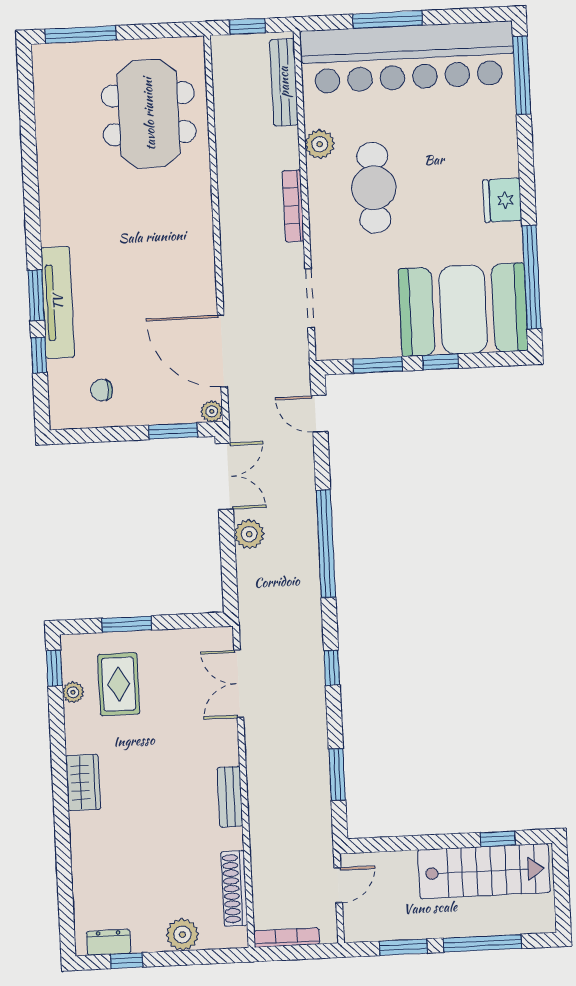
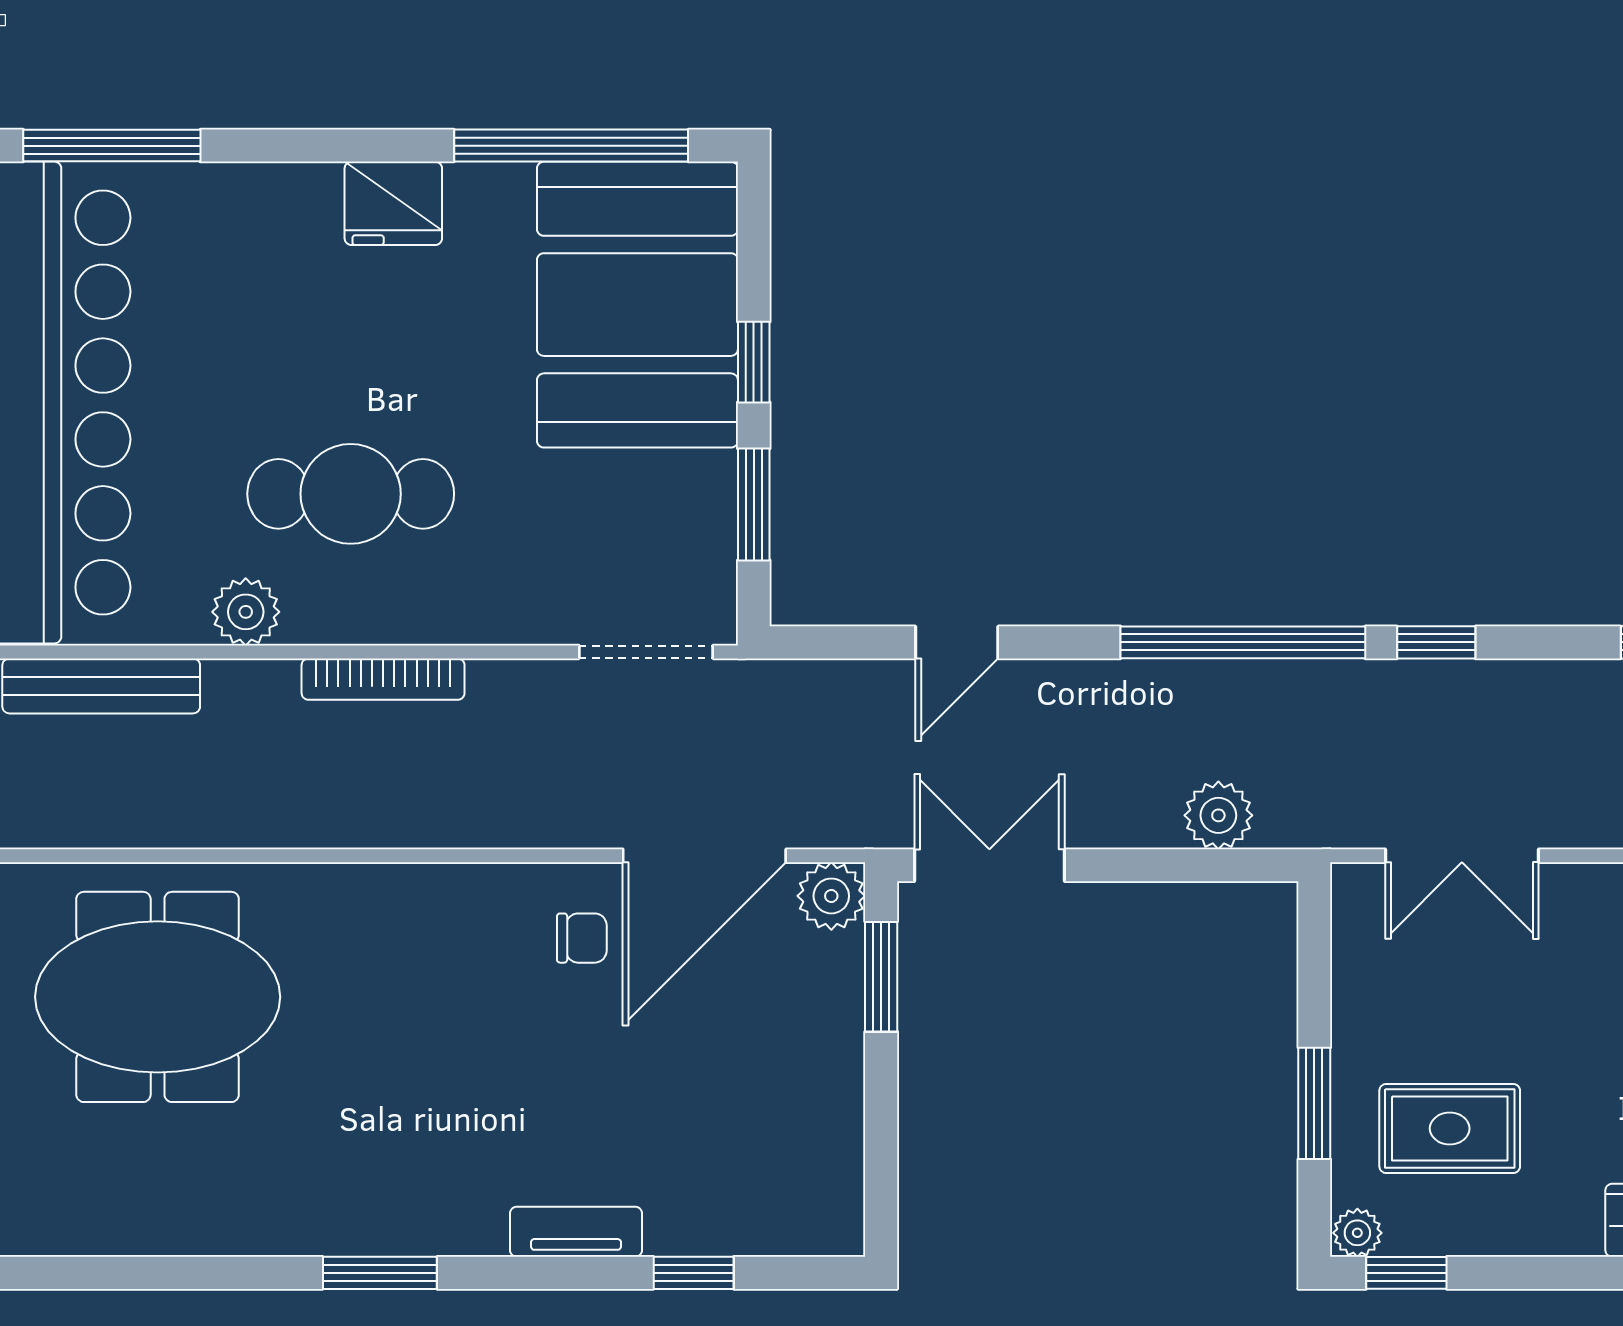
window: (36, 295) -> (380, 1273), moved
doorway: (310, 298) -> (646, 652), moved
tv unit: (58, 302) -> (576, 1232), width x0.52, depth x0.78
chair: (102, 390) -> (582, 938), moved, turned -90
plant: (212, 411) -> (831, 896), width x1.38, depth x1.38
door: (319, 414) -> (957, 642), moved
plant: (249, 534) -> (1218, 815), moved
window: (326, 544) -> (1243, 642), moved
plant: (73, 692) -> (1357, 1233), moved

